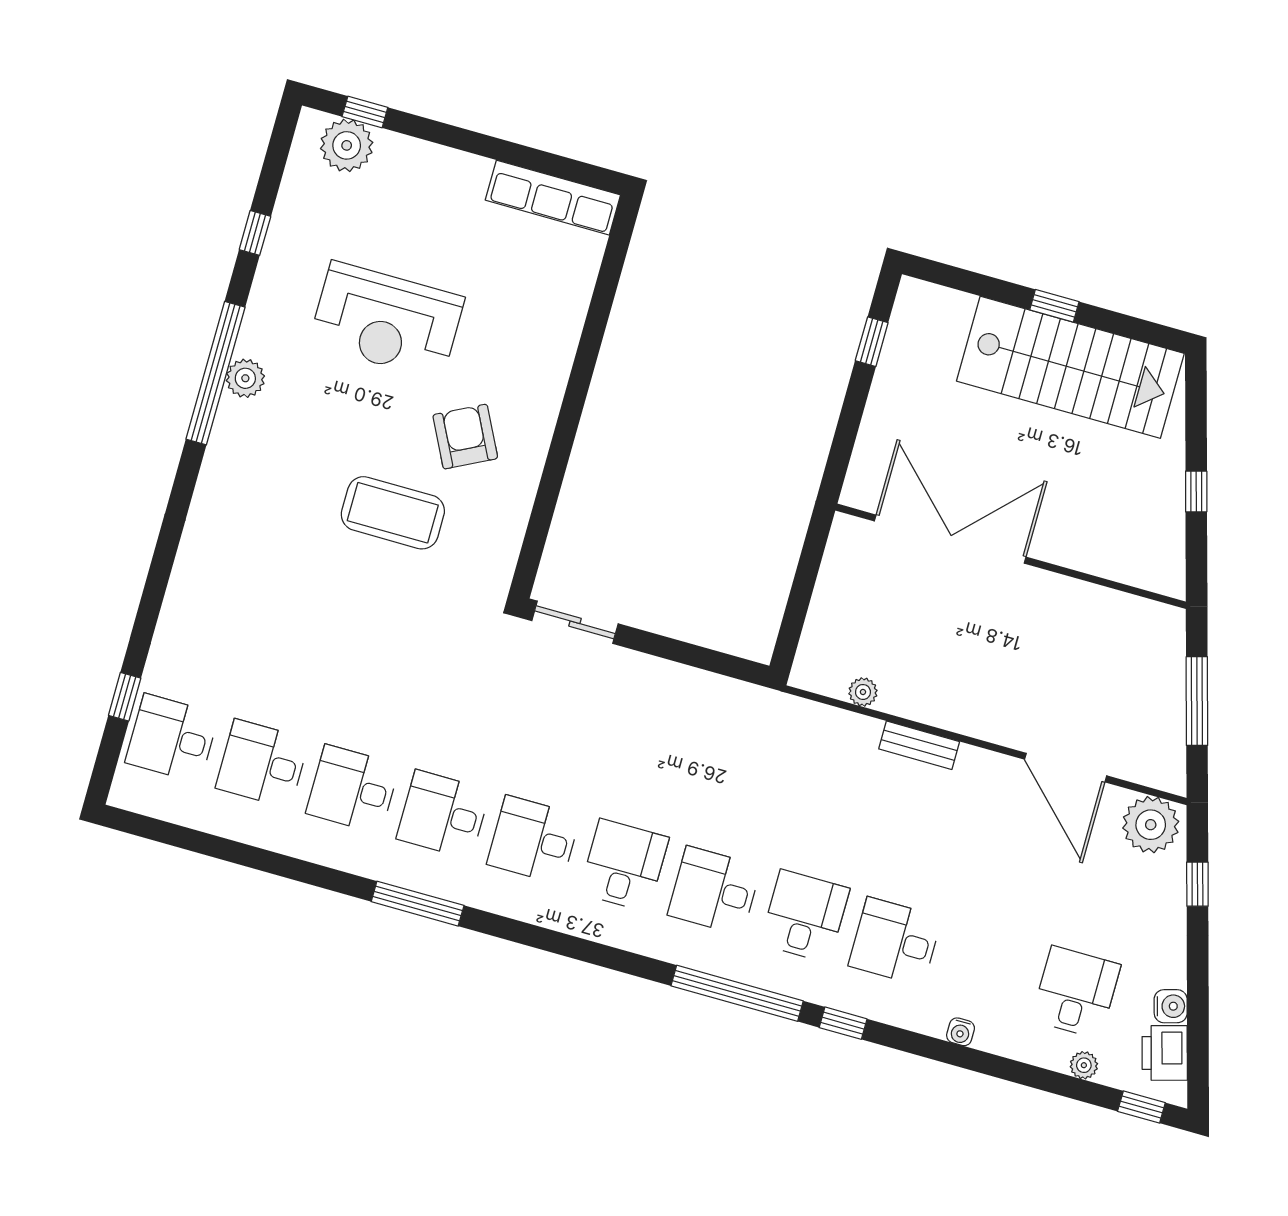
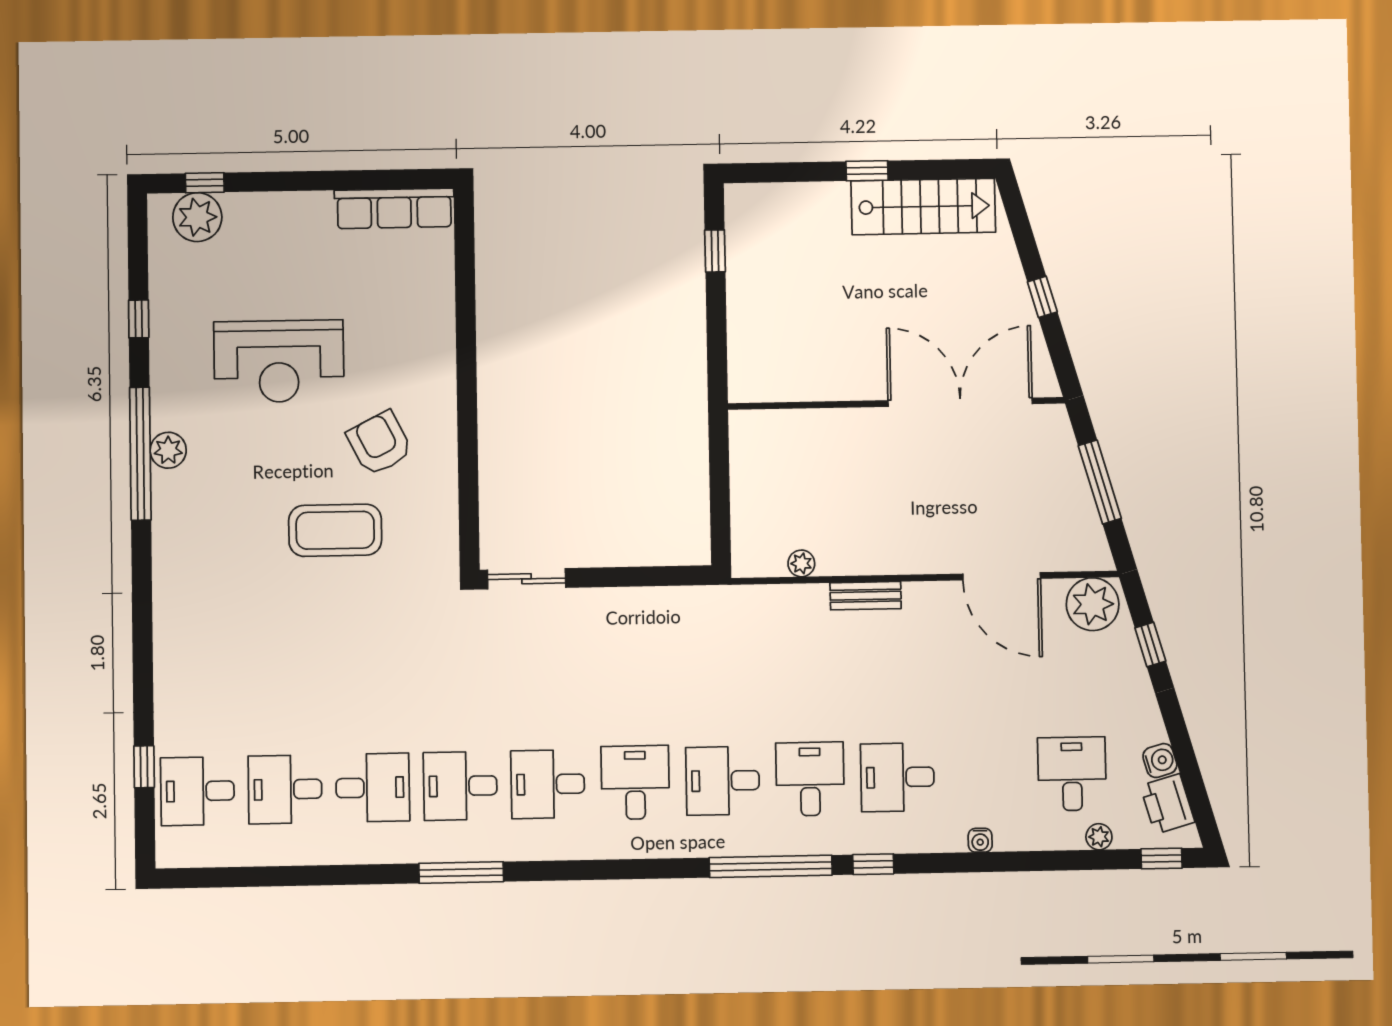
stairs: (1070, 367) -> (923, 207), width x0.73, depth x0.66
double door: (950, 539) -> (960, 402), moved
desk: (353, 789) -> (373, 788), turned 180

